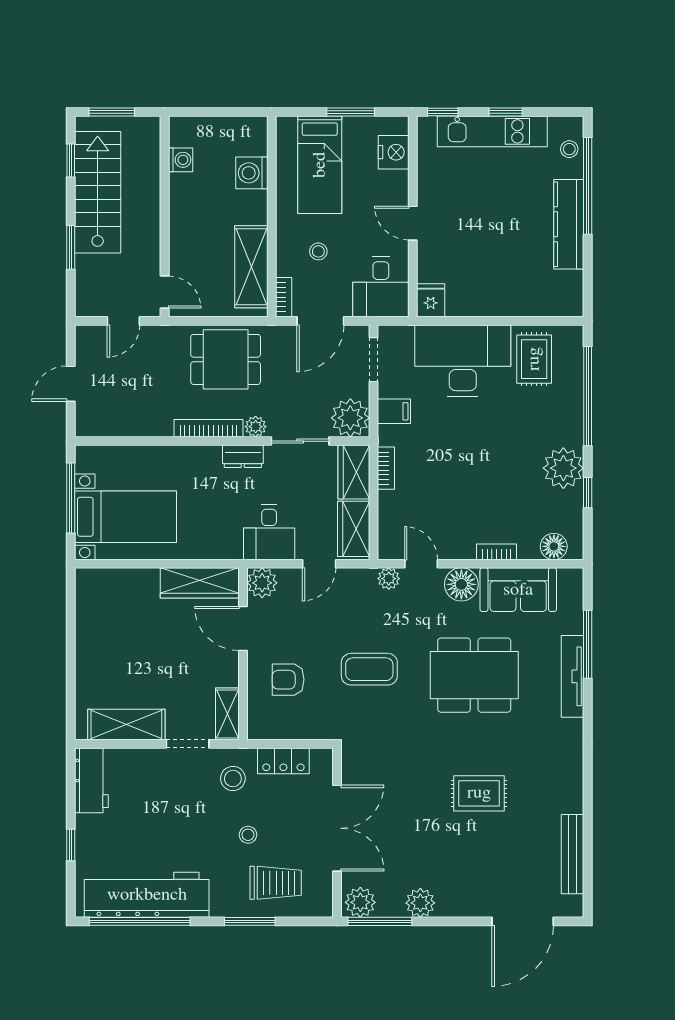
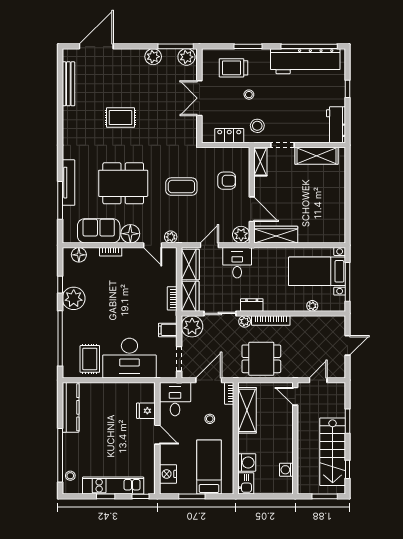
kitchen sink: (254, 135) -> (246, 483), added
kitchen counter: (569, 224) -> (71, 407), moved
fridge: (431, 300) -> (146, 411), moved, turned 90
plant: (134, 455) -> (312, 306), added
double door: (337, 828) -> (199, 98), width x0.73

